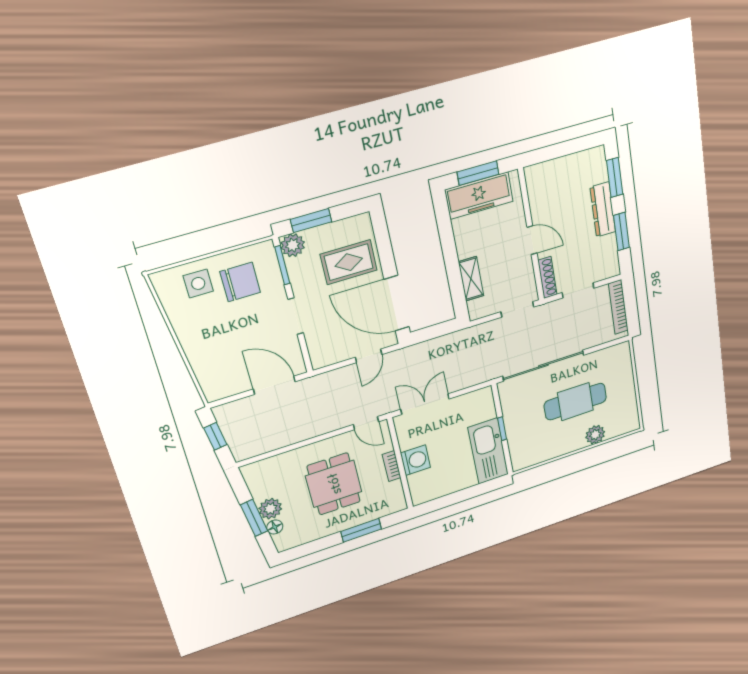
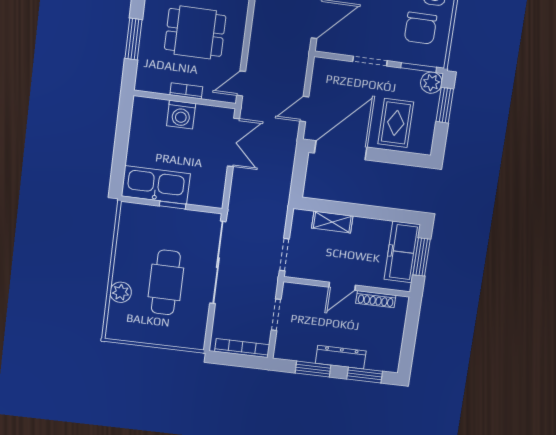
shoe rack: (547, 278) -> (376, 299), moved
door: (369, 356) -> (304, 109), hinge flipped

